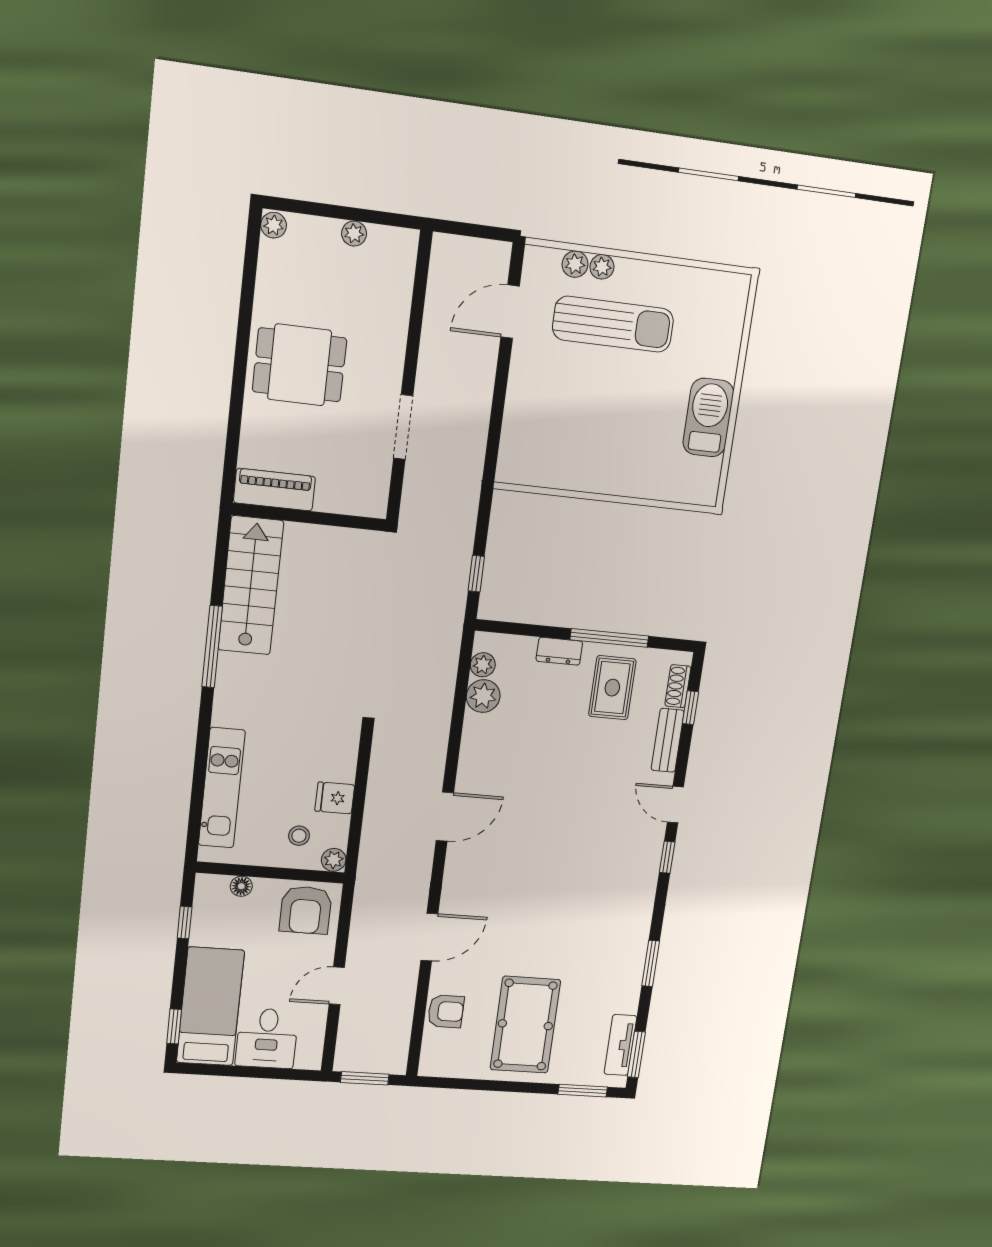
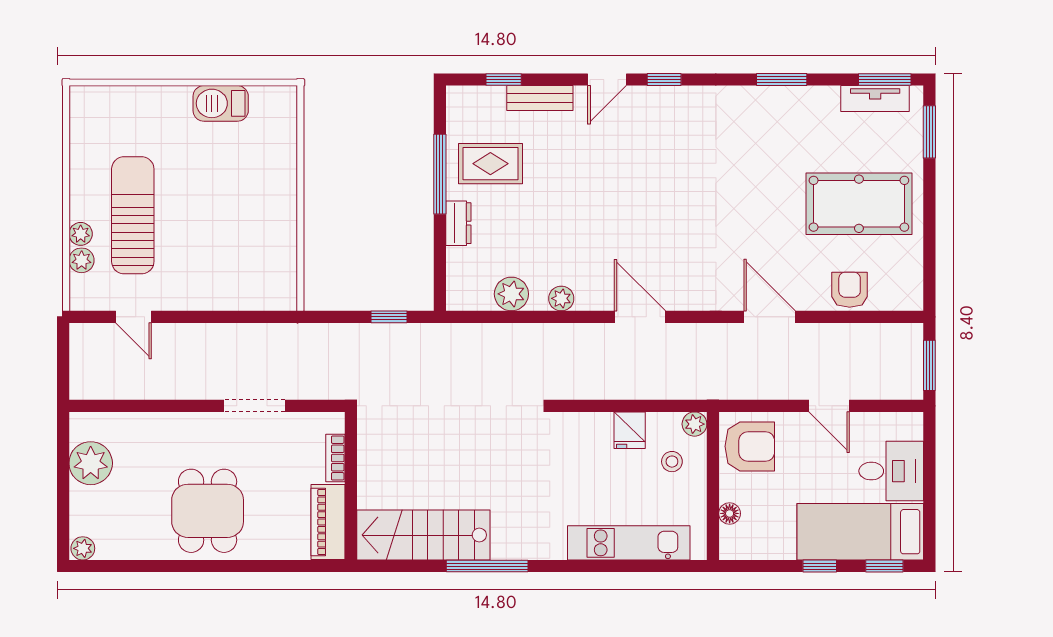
plant: (354, 234) -> (91, 463), width x1.87, depth x1.87
door: (510, 312) -> (134, 317), width x0.73
barbecue: (708, 418) -> (221, 103), width x0.73, depth x0.83
bookcase: (340, 504) -> (335, 458), added
plant: (483, 665) -> (561, 298), moved
shoe rack: (678, 686) -> (482, 96), removed
window: (185, 923) -> (820, 566), moved

